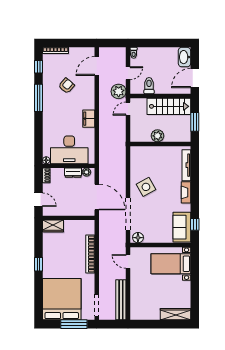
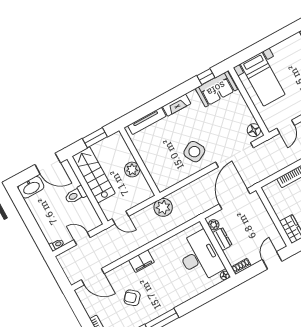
toilet: (149, 86) -> (76, 195), moved
plant: (119, 91) -> (163, 207), moved
filing cabinet: (89, 119) -> (142, 261), moved

